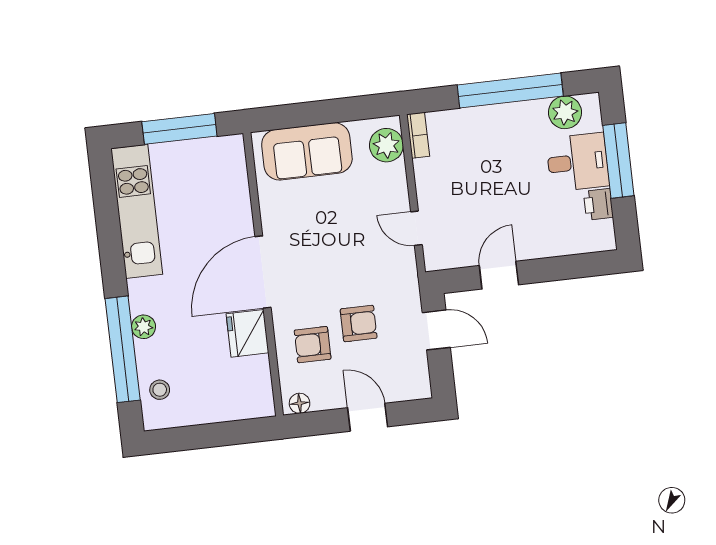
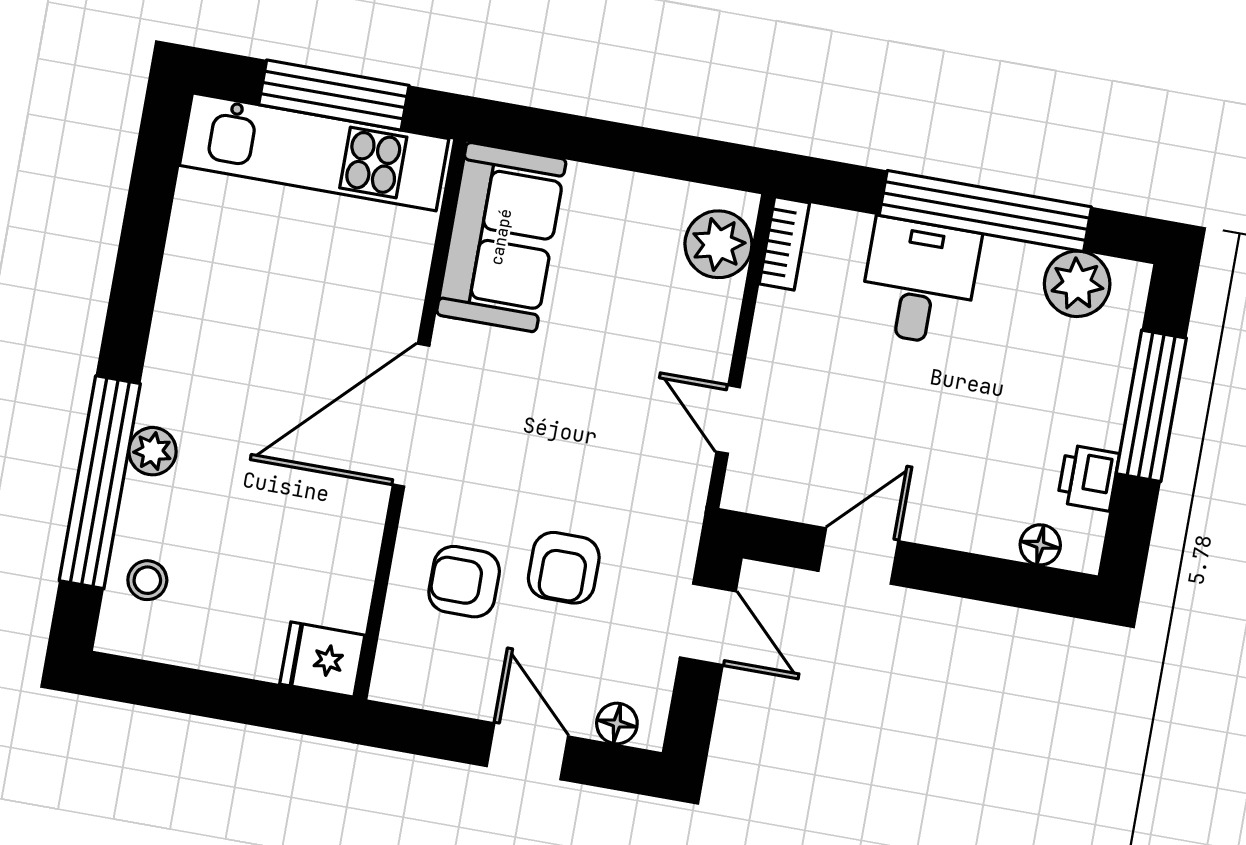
sofa: (307, 151) -> (501, 237), moved, turned -90
desk: (578, 162) -> (919, 282), moved, turned -90
kitchen unit: (137, 211) -> (314, 152), moved, turned 90
floor lamp: (585, 244) -> (1040, 545), added
armchair: (359, 324) -> (564, 568), turned 90
fridge: (247, 333) -> (322, 660), moved, width x0.72
floor lamp: (300, 403) -> (617, 723), moved

